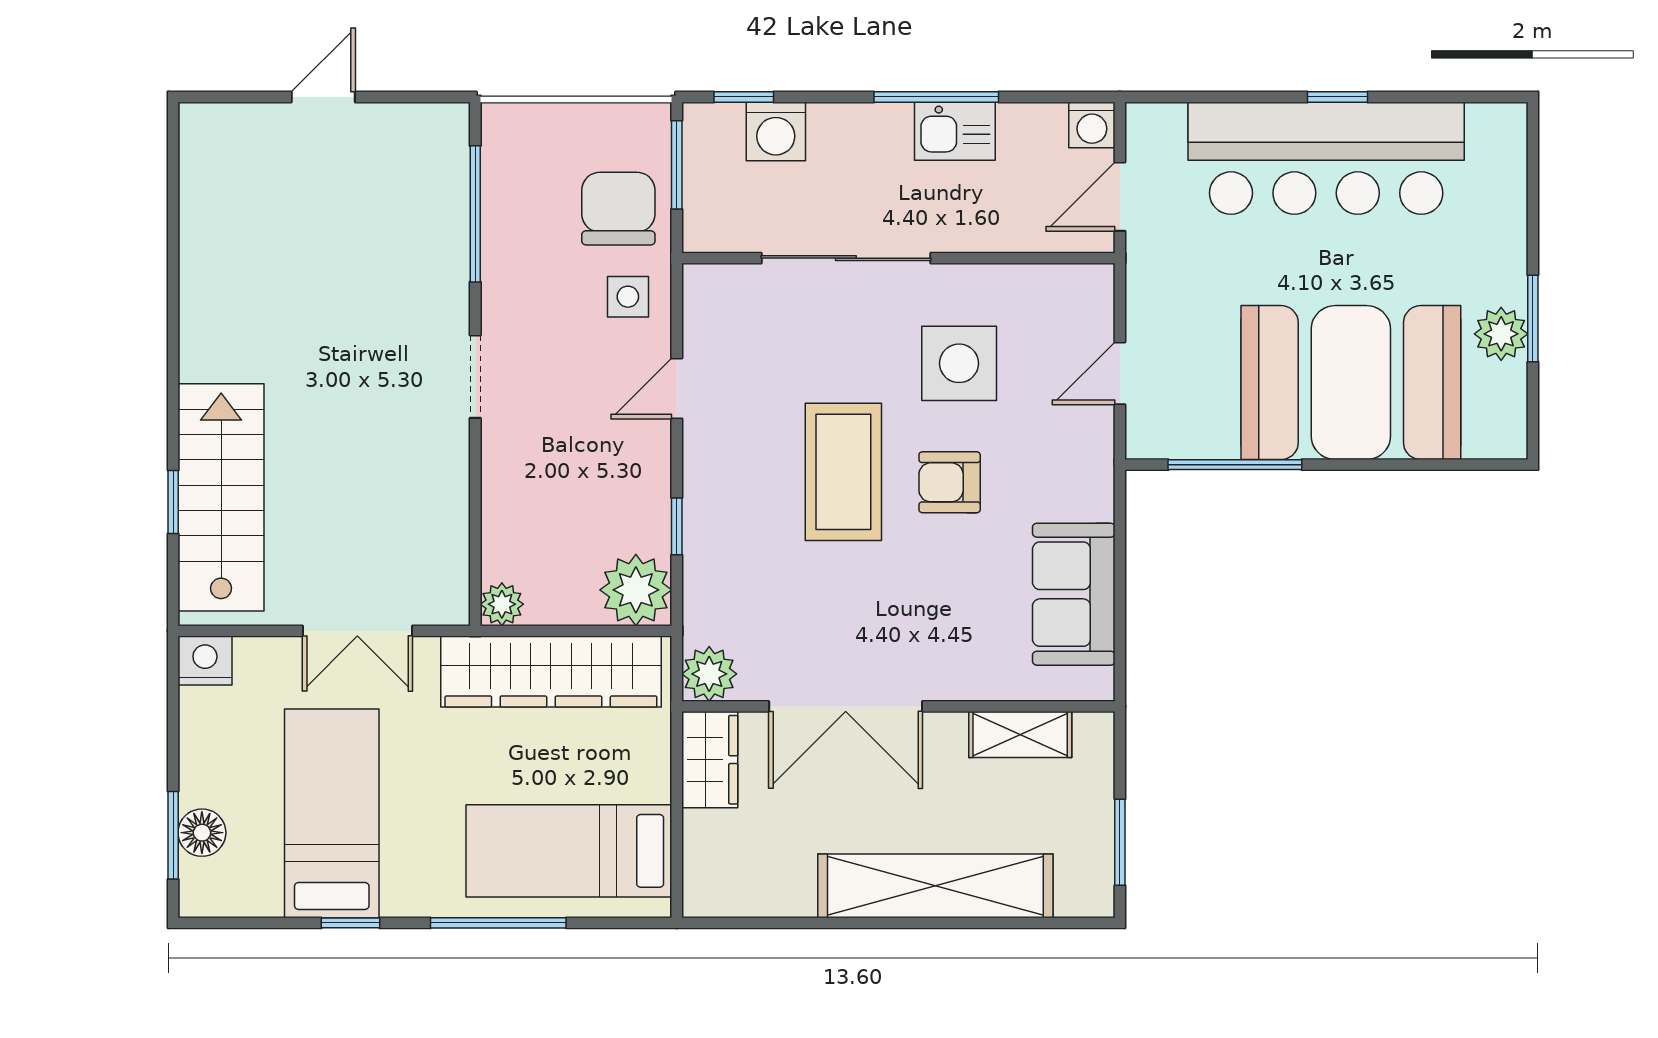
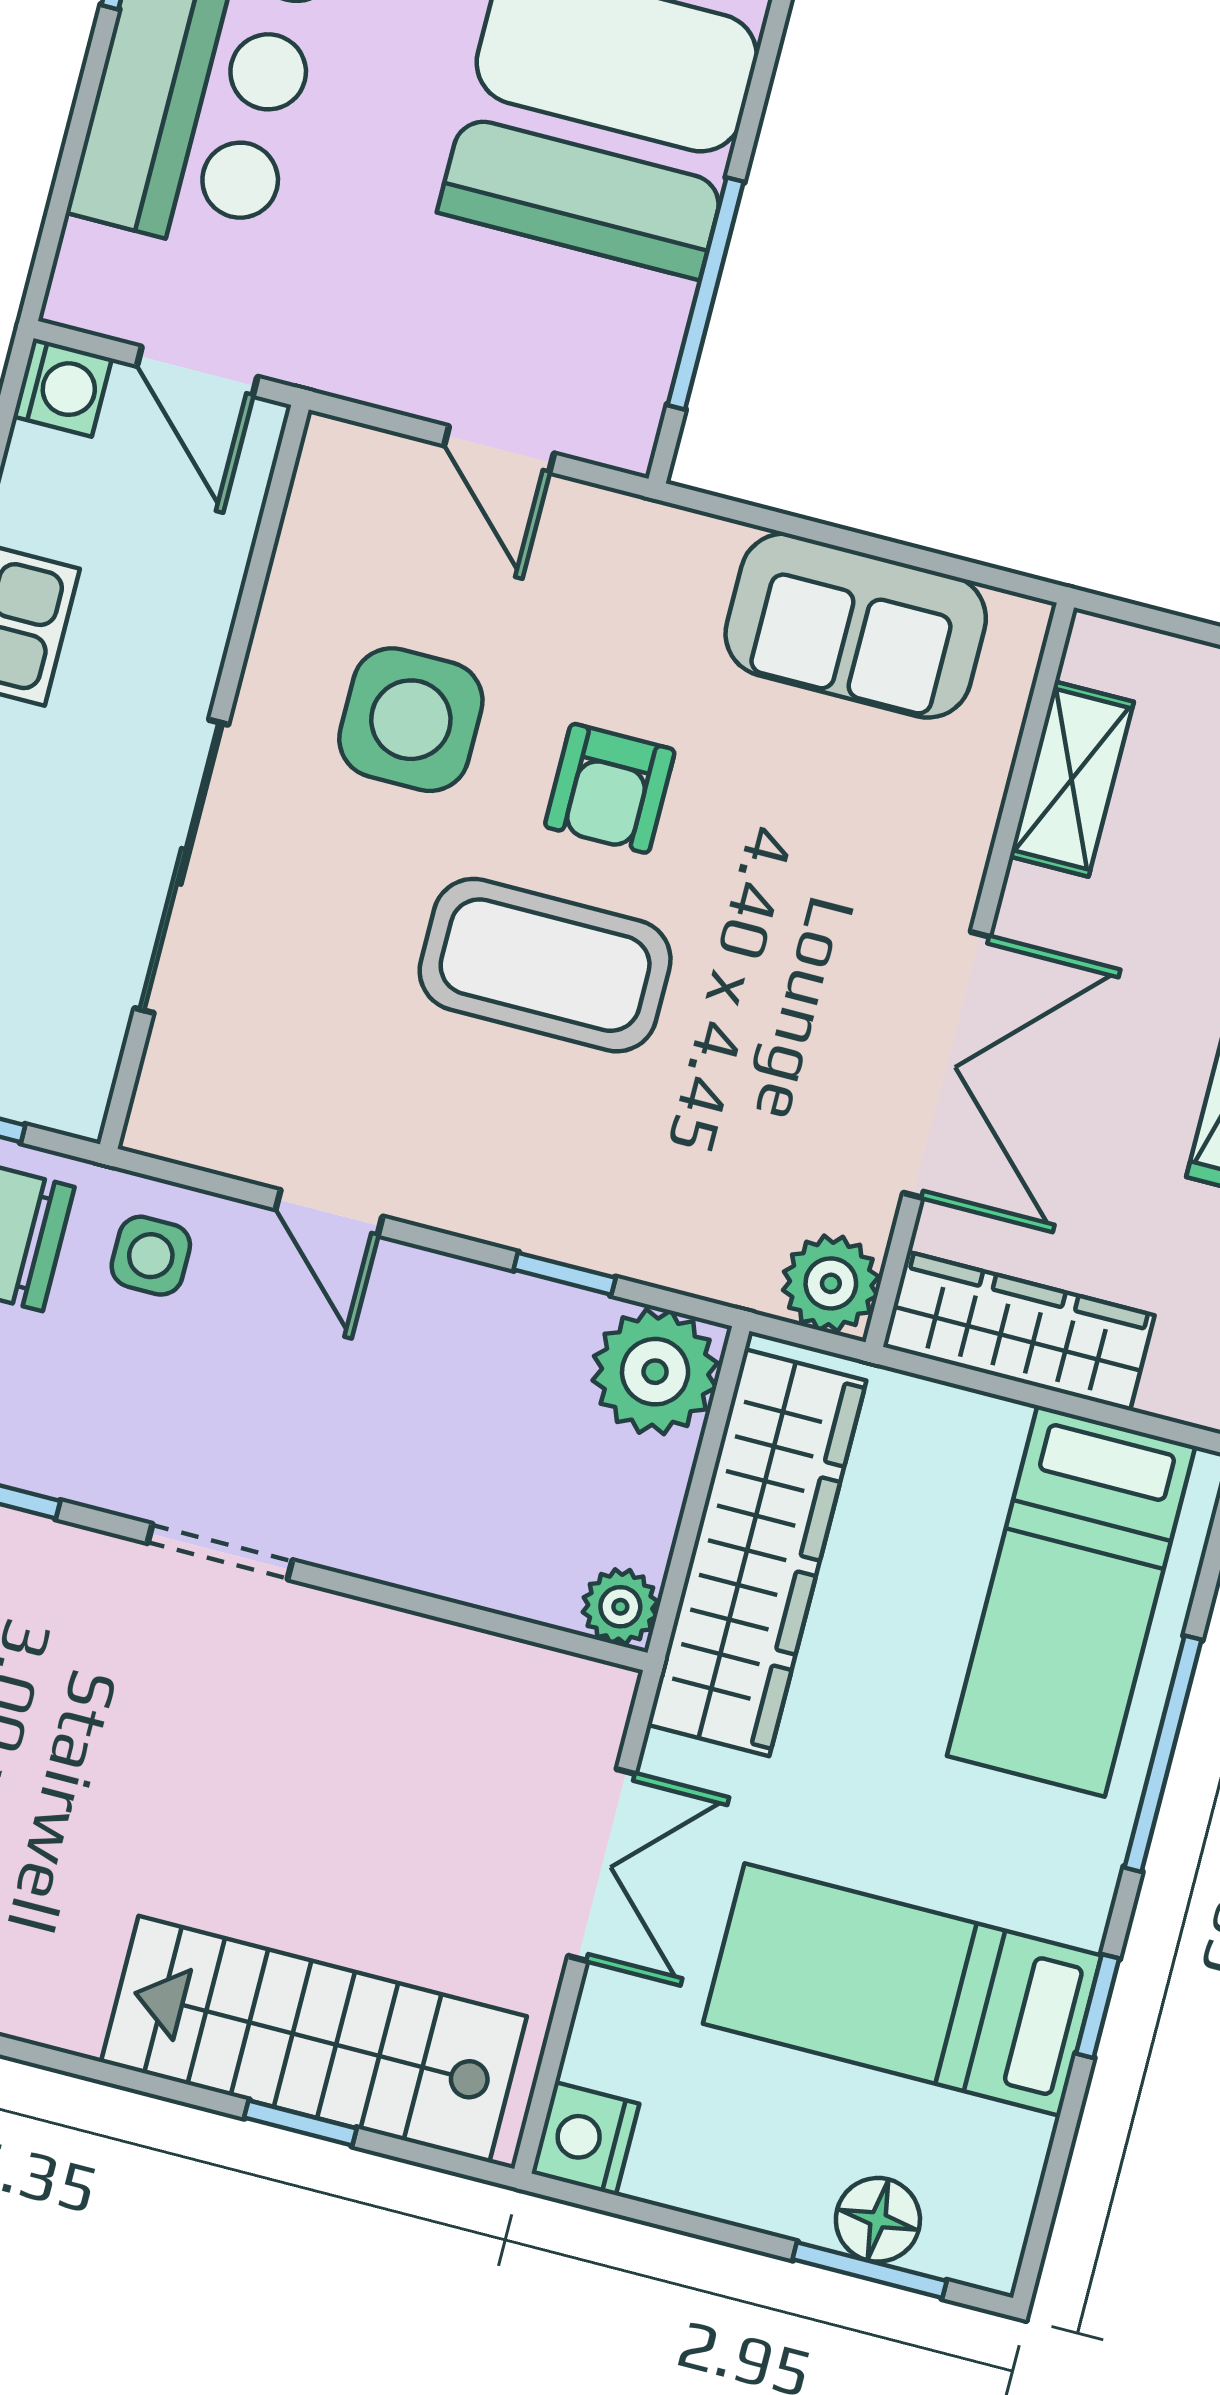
wardrobe: (710, 760) -> (1019, 1331), width x1.50

